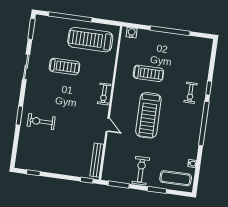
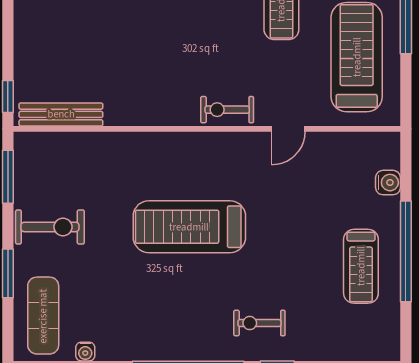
water cooler: (132, 33) -> (388, 183), moved
treadmill: (148, 73) -> (361, 266), moved
door: (108, 125) -> (288, 129), moved

